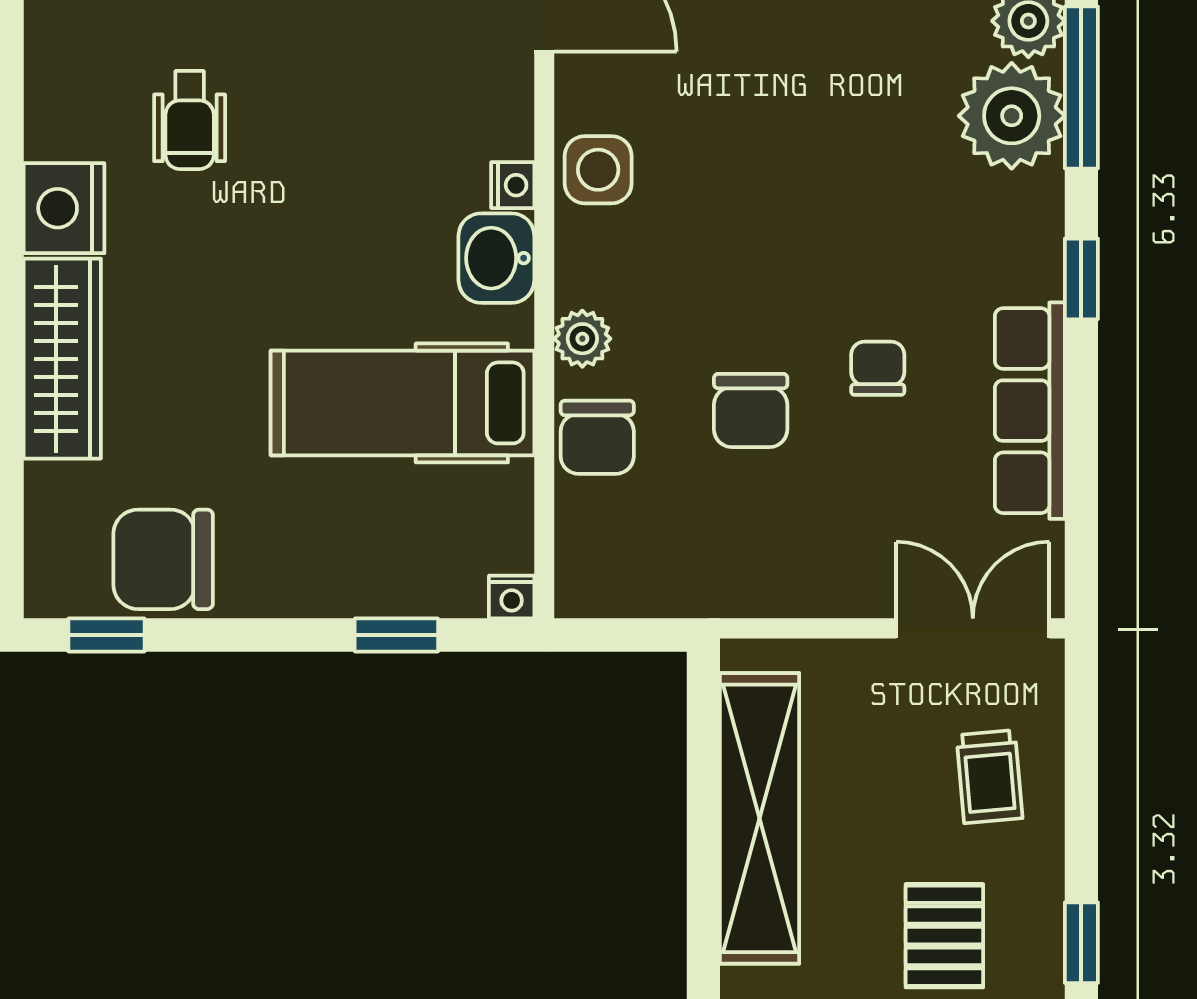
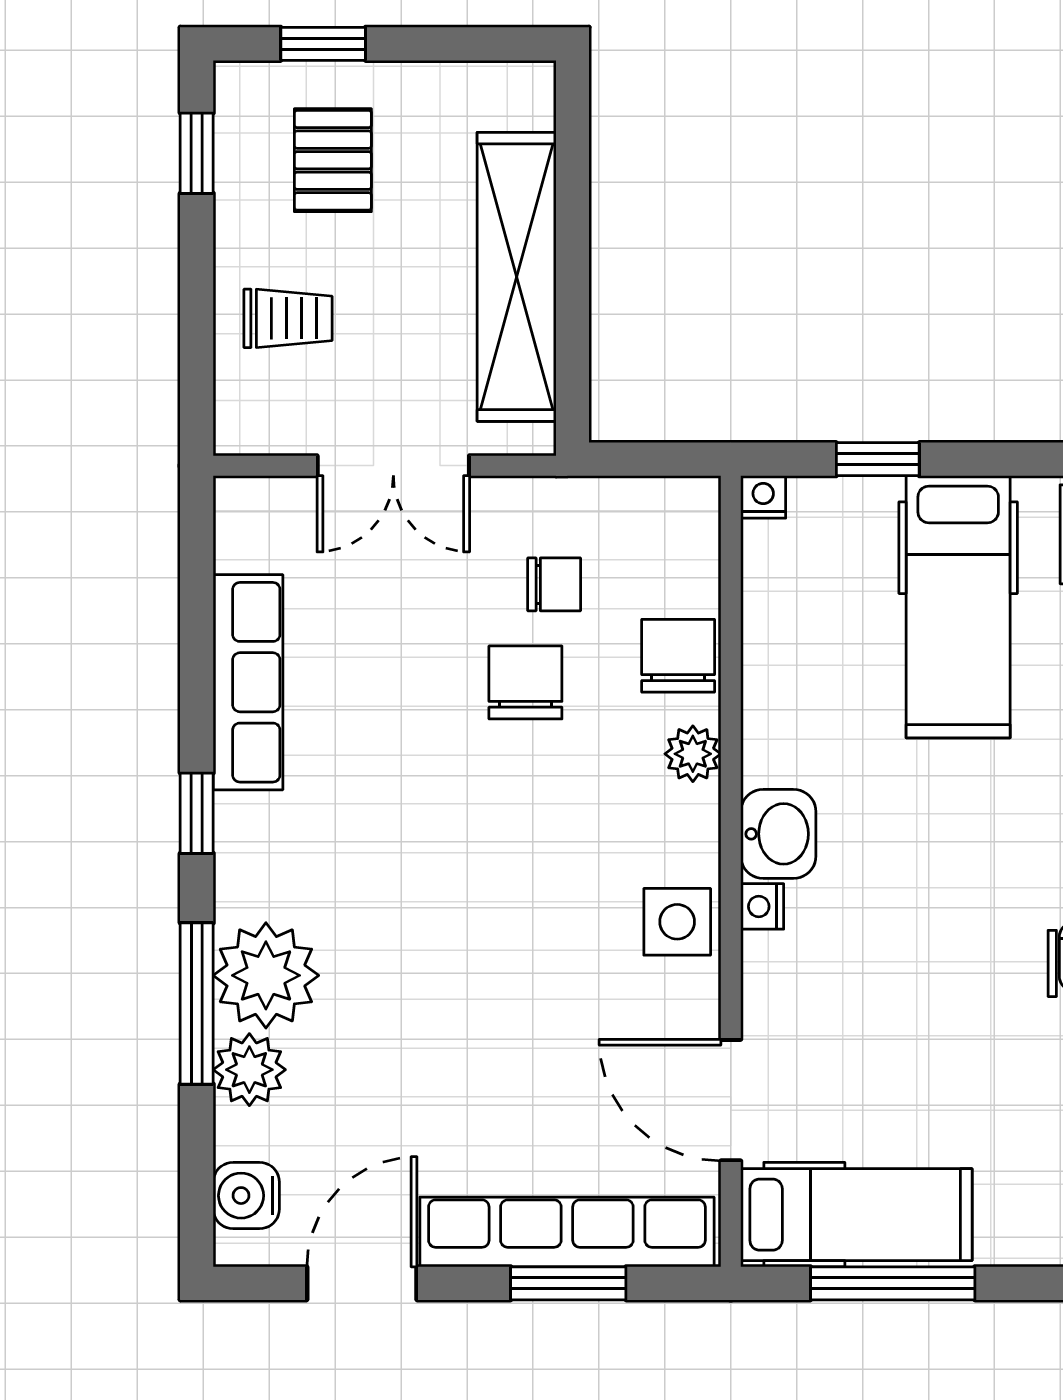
chair: (878, 368) -> (554, 584), moved, turned -90
hospital bed: (402, 403) -> (958, 607), moved, turned 90
double door: (973, 628) -> (393, 466), moved
trolley: (989, 777) -> (288, 318), turned 95

